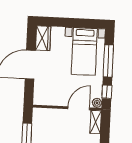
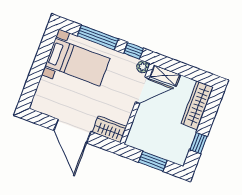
wardrobe: (43, 38) -> (109, 129), moved
door: (79, 108) -> (142, 90), swing flipped

